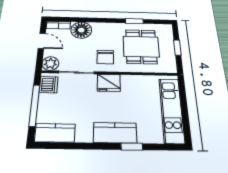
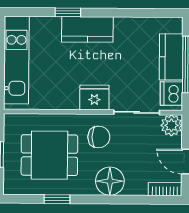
floor lamp: (81, 30) -> (110, 181), moved
dining table: (141, 47) -> (49, 155), turned 90
chair: (105, 57) -> (99, 137), turned 90
kitchen counter: (55, 133) -> (171, 57), moved, turned 90

